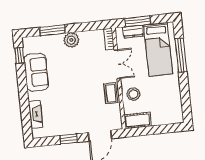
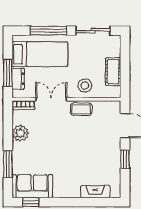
plant: (71, 40) -> (20, 133), moved
sofa: (36, 72) -> (32, 186), moved
sliding door: (185, 96) -> (93, 31), added
cot: (138, 120) -> (113, 72), moved

